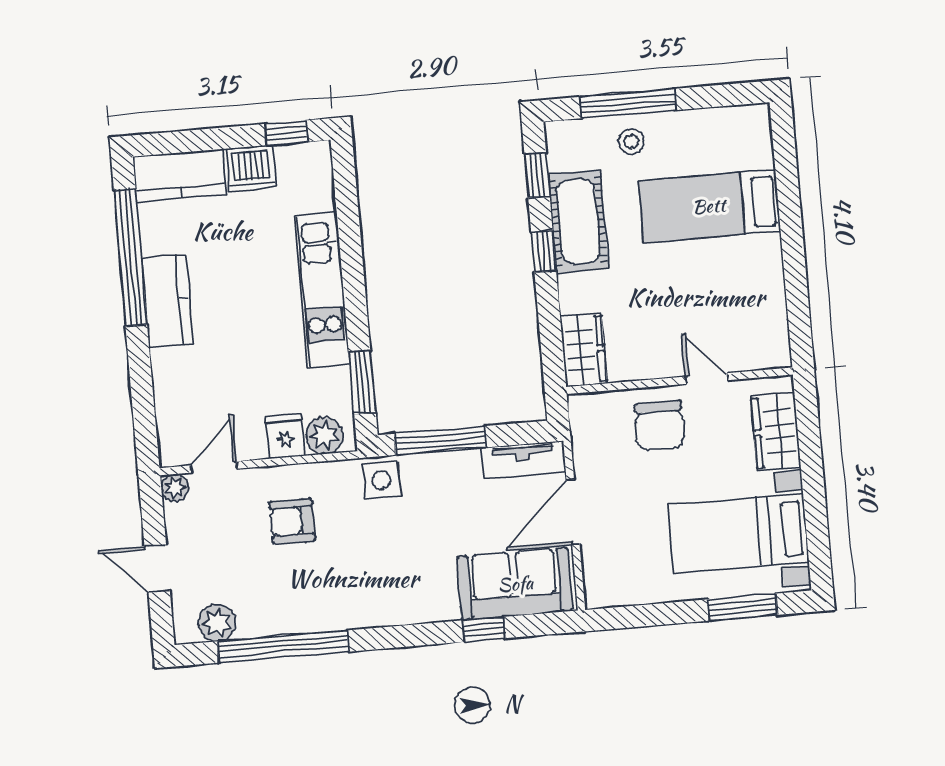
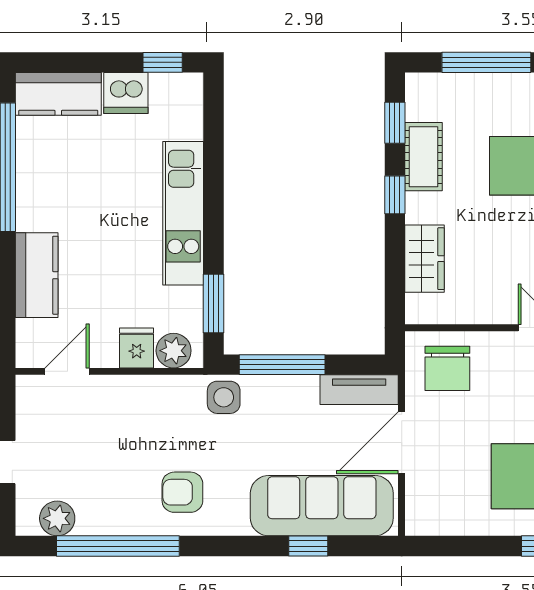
stool: (631, 142) -> (487, 99), removed
cot: (578, 221) -> (424, 157), width x0.73, depth x0.75
kitchen counter: (167, 301) -> (37, 275), moved
wardrobe: (583, 350) -> (425, 259), moved
chair: (660, 425) -> (447, 368), moved
plant: (175, 488) -> (28, 388), removed
armchair: (292, 521) -> (182, 492), moved
sofa: (515, 584) -> (322, 506), width x1.36

